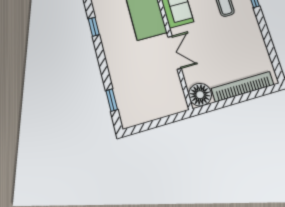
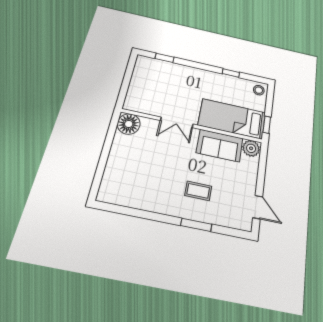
bookcase: (243, 87) -> (113, 164), removed

